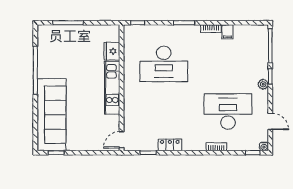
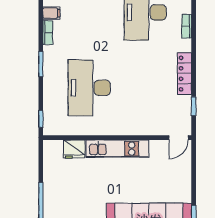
desk: (164, 64) -> (89, 88), turned 180
door: (122, 140) -> (179, 138), hinge flipped
locker: (170, 145) -> (184, 74), width x1.53

